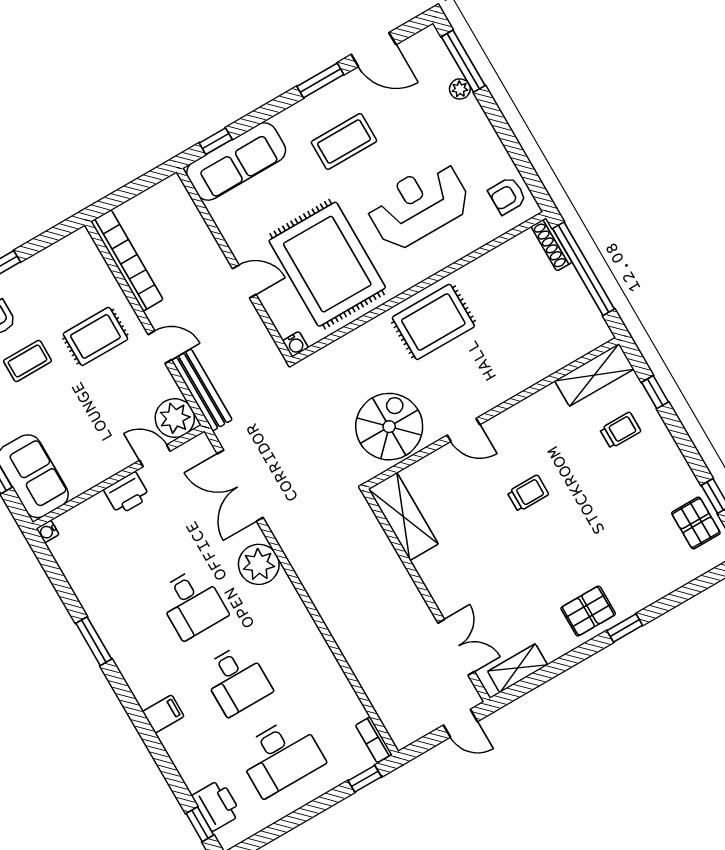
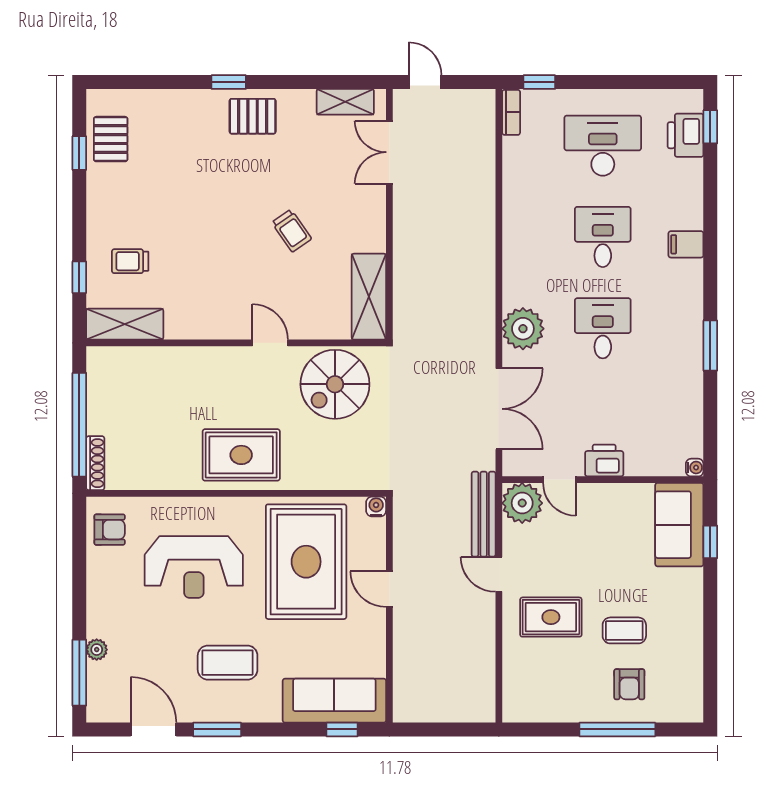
bookcase: (127, 260) -> (483, 669), removed
trolley: (528, 493) -> (292, 231), moved, turned -125

